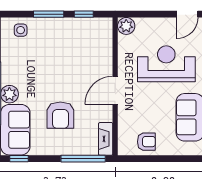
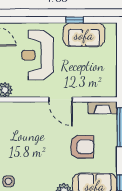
armchair: (146, 142) -> (105, 72), removed

